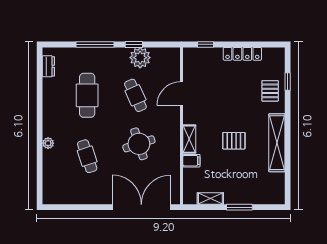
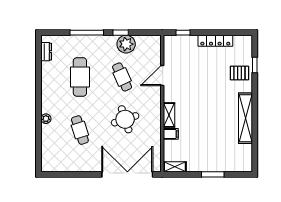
pallet: (270, 91) -> (239, 73), turned 90
pallet: (234, 141) -> (208, 116), removed
shelving: (210, 198) -> (175, 167), moved

